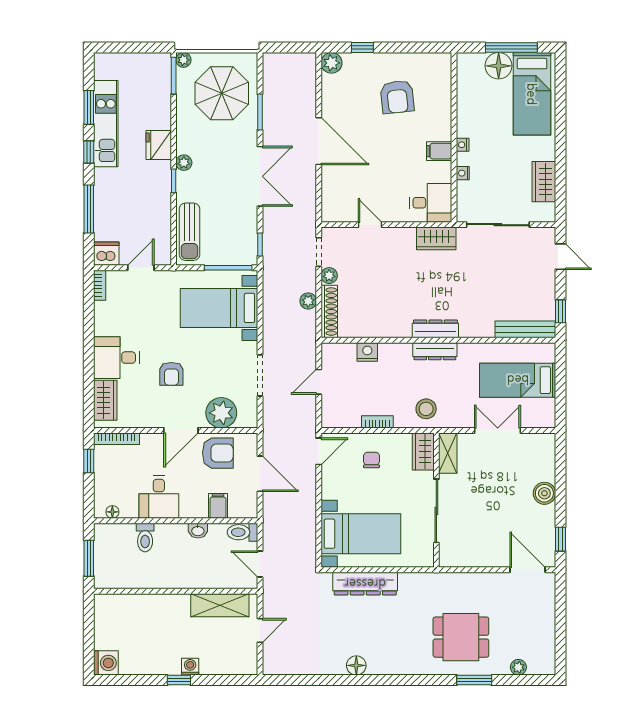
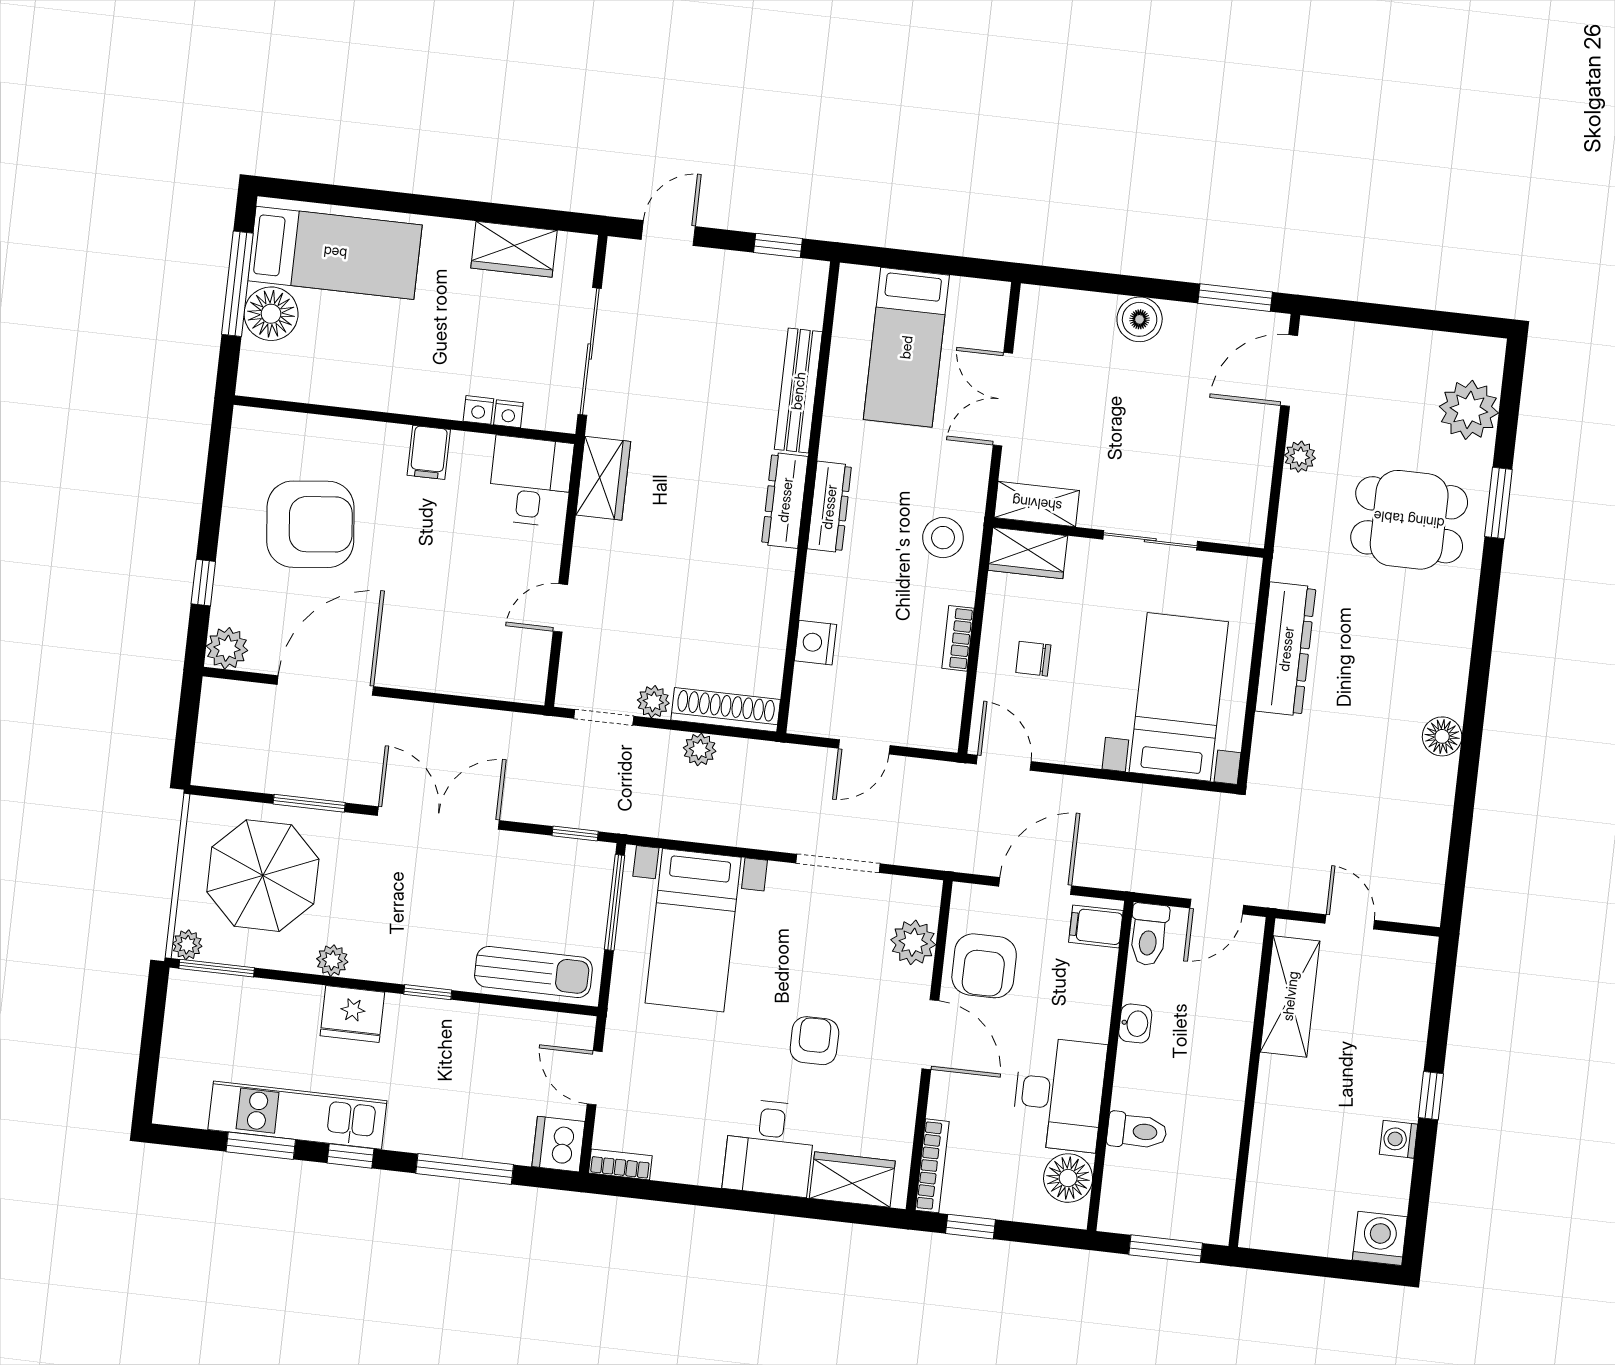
armchair: (397, 97) -> (310, 524), width x1.36, depth x1.36
door: (319, 141) -> (325, 685), moved
nightstand: (463, 145) -> (508, 414), moved
plant: (184, 163) -> (332, 960), moved
bench: (525, 329) -> (798, 391), moved
armchair: (171, 374) -> (814, 1041), turned -90
door: (319, 382) -> (864, 747), hinge flipped
plant: (221, 413) -> (913, 942), width x0.73, depth x0.73
armchair: (218, 453) -> (984, 966), turned 180
desk: (159, 497) -> (1059, 1094), width x1.37
filing cabinet: (218, 506) -> (1096, 926), moved
sliding door: (436, 511) -> (1150, 540), width x0.73
floor lamp: (112, 512) -> (1068, 1178), width x1.89, depth x1.89
window: (560, 539) -> (1235, 298), width x1.50
plant: (486, 580) -> (1300, 457), added
dresser: (365, 584) -> (1286, 649), moved
dining table: (461, 637) -> (1409, 520), turned 90
washing machine: (190, 667) -> (1399, 1139), moved
plant: (518, 667) -> (1469, 410), width x1.88, depth x1.88

